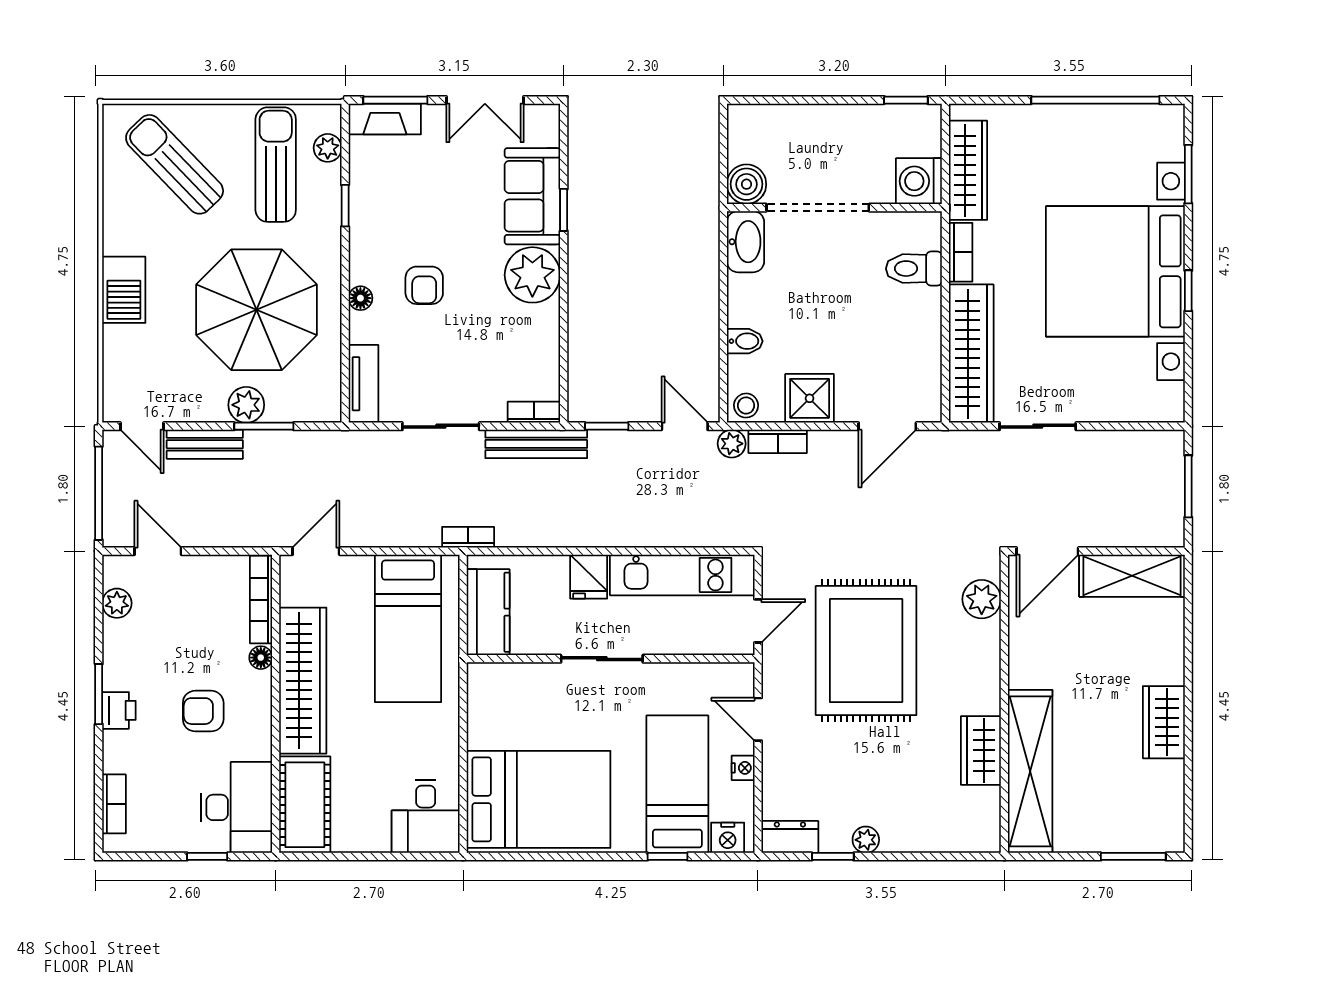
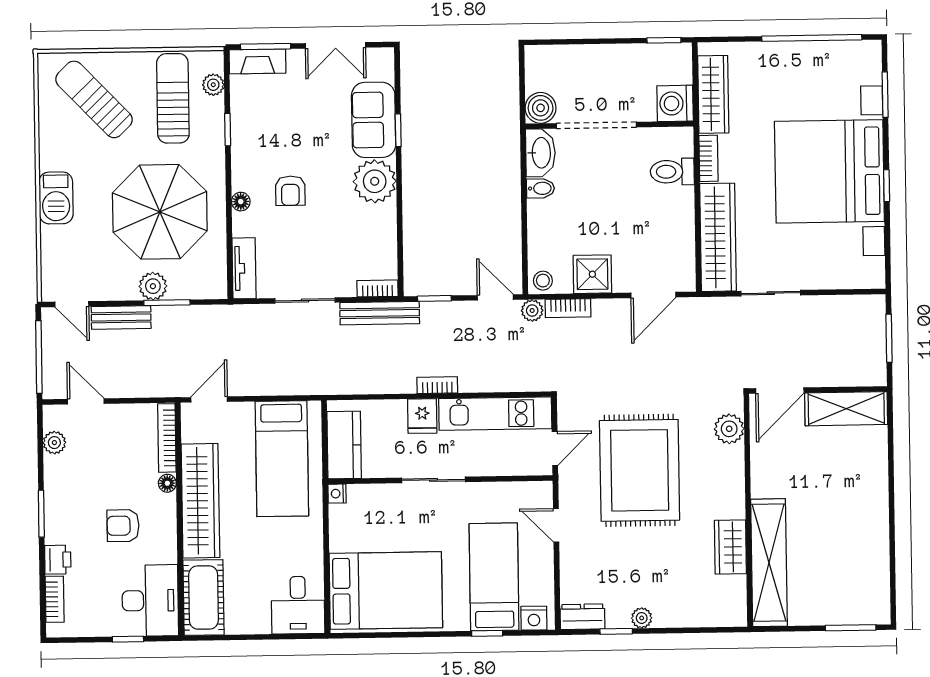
bidet: (745, 341) -> (540, 188), moved
bookcase: (468, 537) -> (437, 385), moved
printer: (119, 710) -> (58, 560), moved
wardrobe: (1164, 722) -> (873, 523), removed
nightstand: (743, 768) -> (337, 494), moved, turned 180

